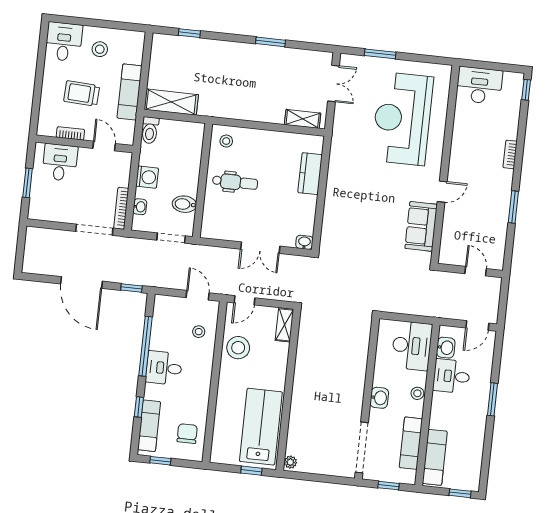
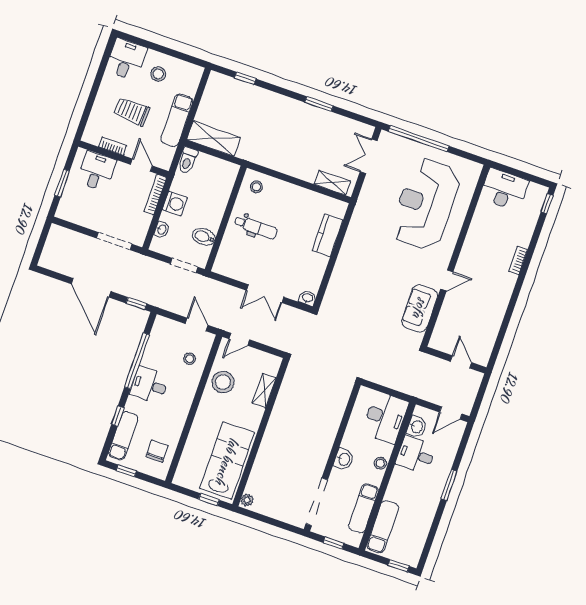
window: (380, 54) -> (419, 139), width x2.11
double door: (333, 83) -> (369, 156), swing flipped
window: (513, 207) -> (510, 310), removed
bookcase: (121, 208) -> (155, 194), moved
shelving: (284, 325) -> (264, 390), moved

